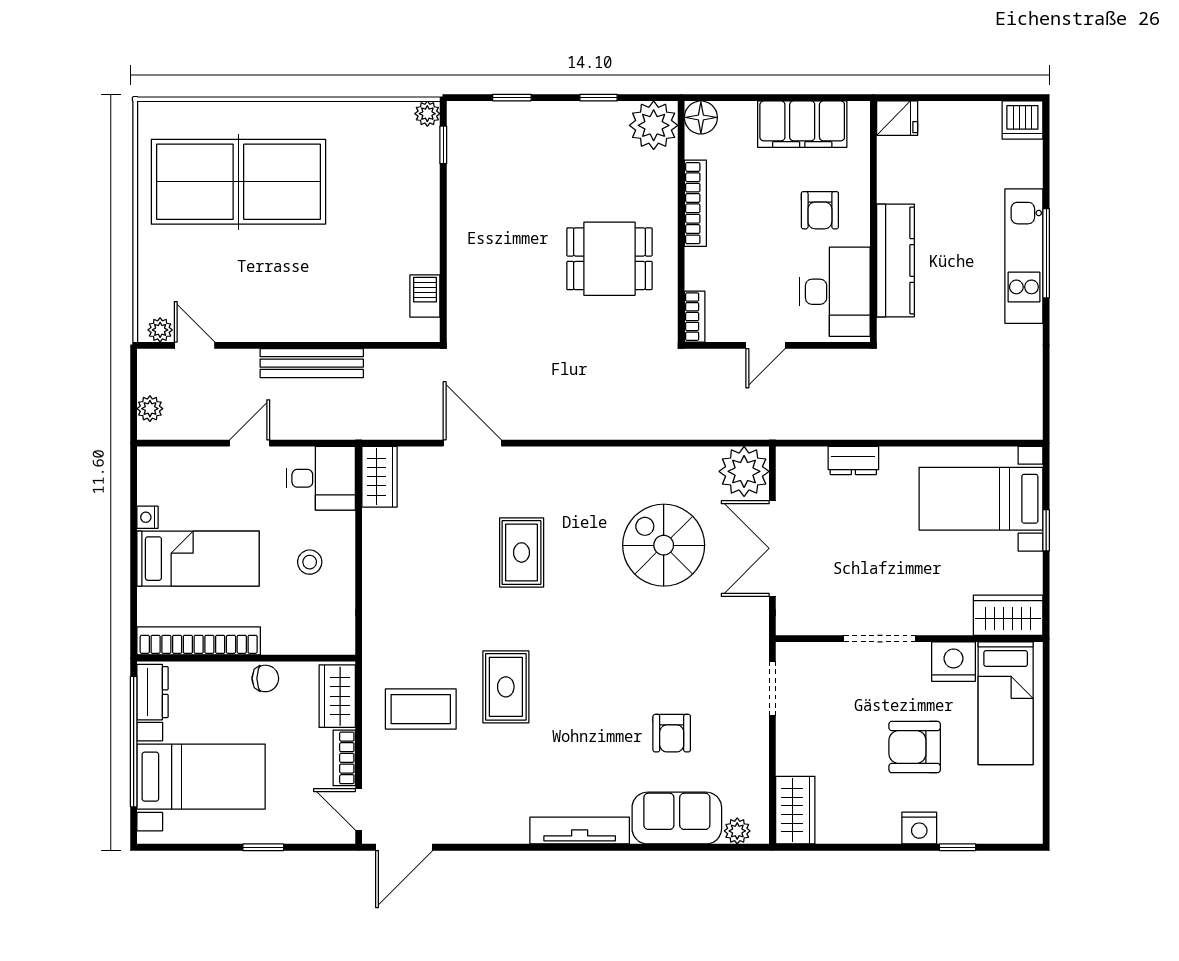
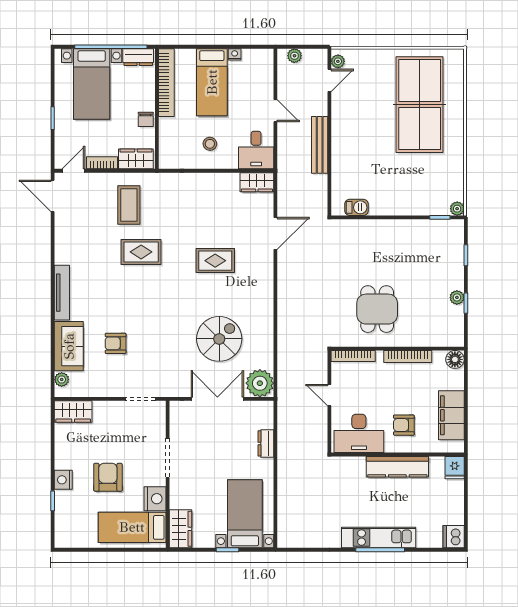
plant: (654, 125) -> (457, 297), moved, width x0.53, depth x0.53
kitchen counter: (895, 260) -> (397, 467), moved
bookcase: (695, 317) -> (353, 356), width x1.56

